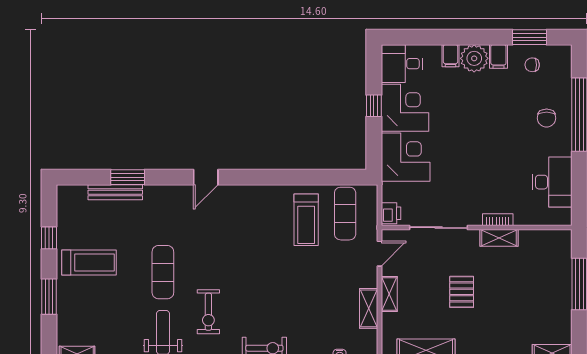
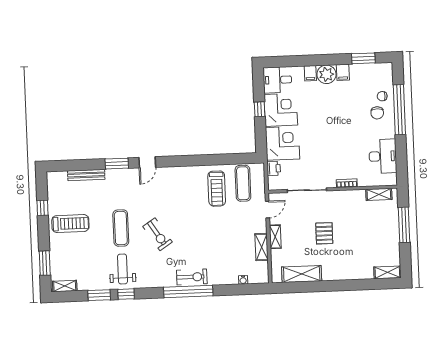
chair: (532, 65) -> (382, 96), moved
window: (128, 177) -> (117, 164), moved
printer: (391, 213) -> (274, 168), moved
shelving: (499, 238) -> (379, 194), moved
window: (49, 297) -> (45, 263), moved
exercise bike: (208, 312) -> (157, 234), moved, turned -33

